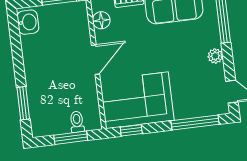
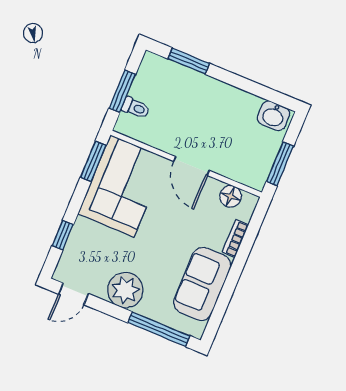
plant: (215, 56) -> (125, 290), width x1.88, depth x1.88
window: (195, 122) -> (63, 235), width x0.46
window: (131, 130) -> (93, 161), width x1.50

